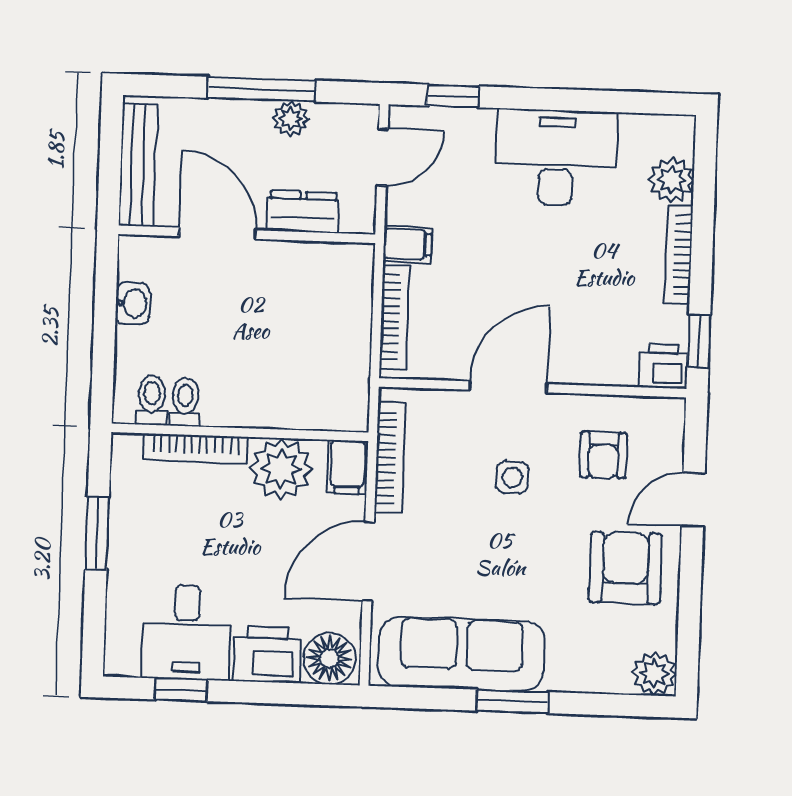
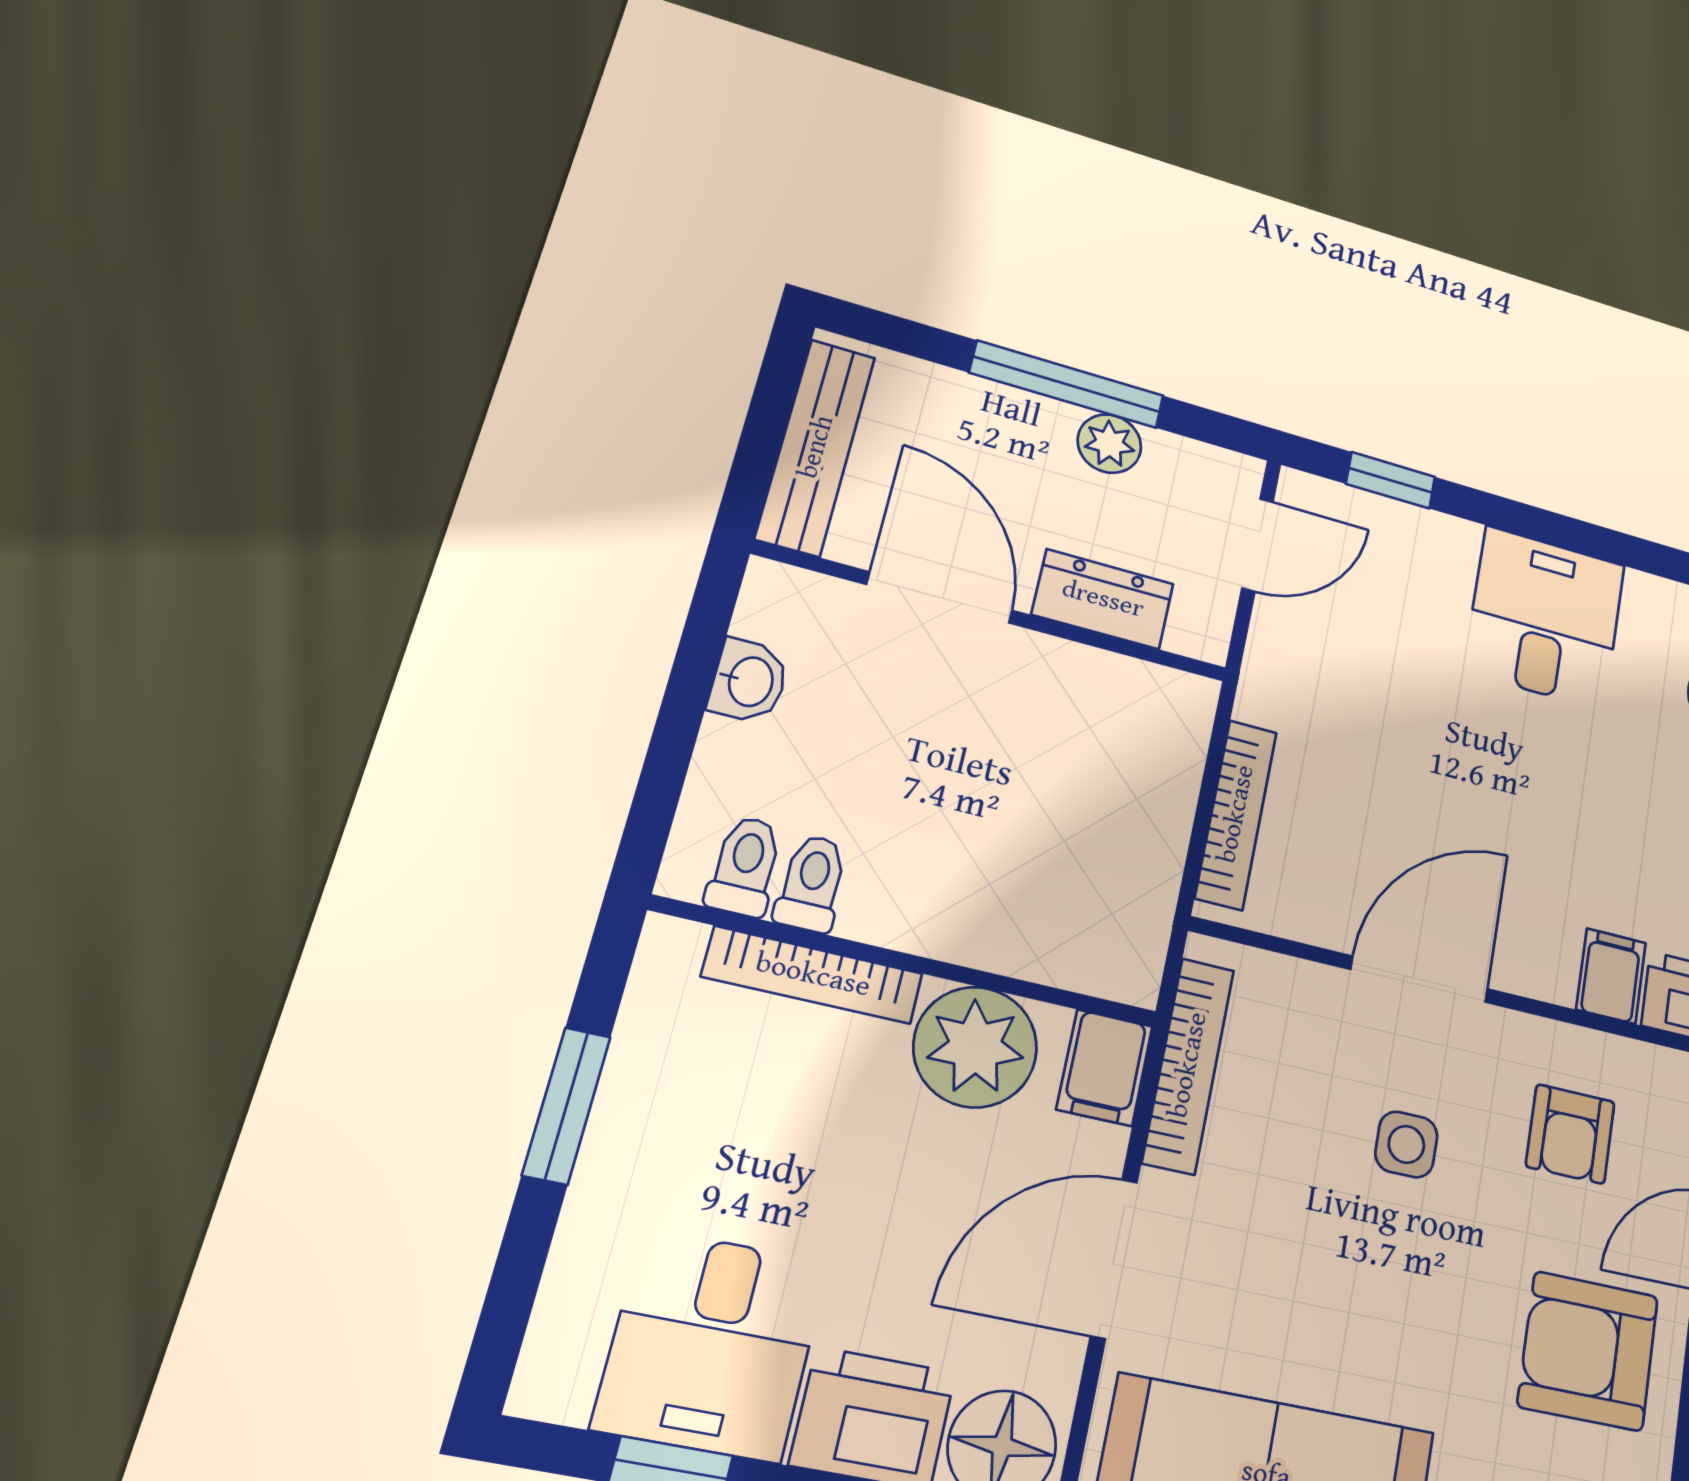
desk: (556, 158) -> (1545, 618), width x0.73
filing cabinet: (407, 244) -> (1611, 976), moved, turned -90
armchair: (625, 568) -> (1588, 1351), turned -90

